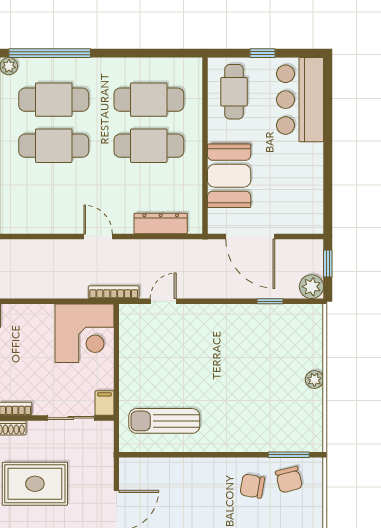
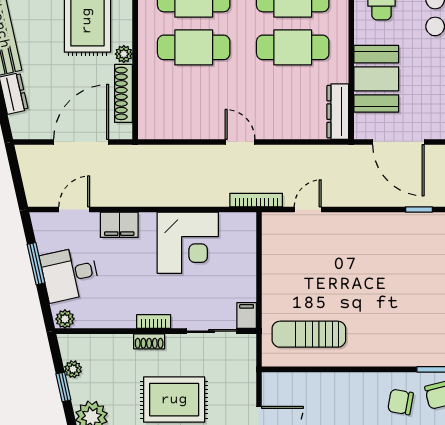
dresser: (161, 223) -> (338, 112), moved, turned -90
corner desk: (84, 333) -> (188, 243), moved

